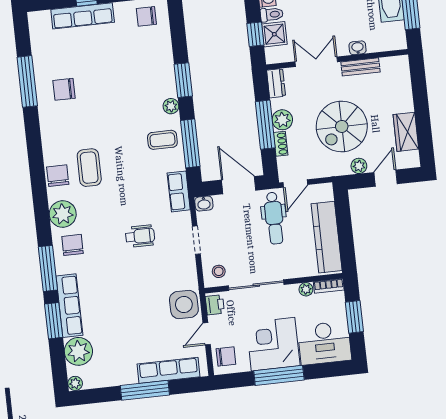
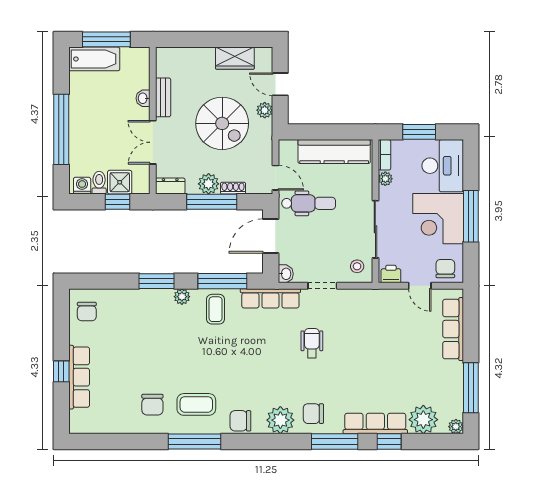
window: (27, 81) -> (195, 442), moved
coffee table: (89, 168) -> (196, 404), moved
row of seats: (179, 191) -> (270, 298), width x1.48
side table: (184, 305) -> (387, 306), removed
window: (54, 321) -> (389, 442), width x0.67
window: (145, 390) -> (471, 388), moved

